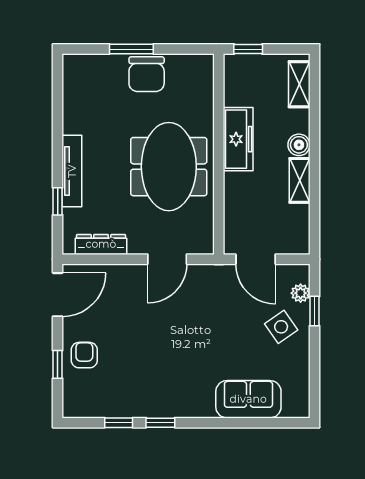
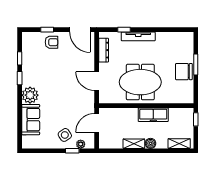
plant: (197, 401) -> (30, 95), added

